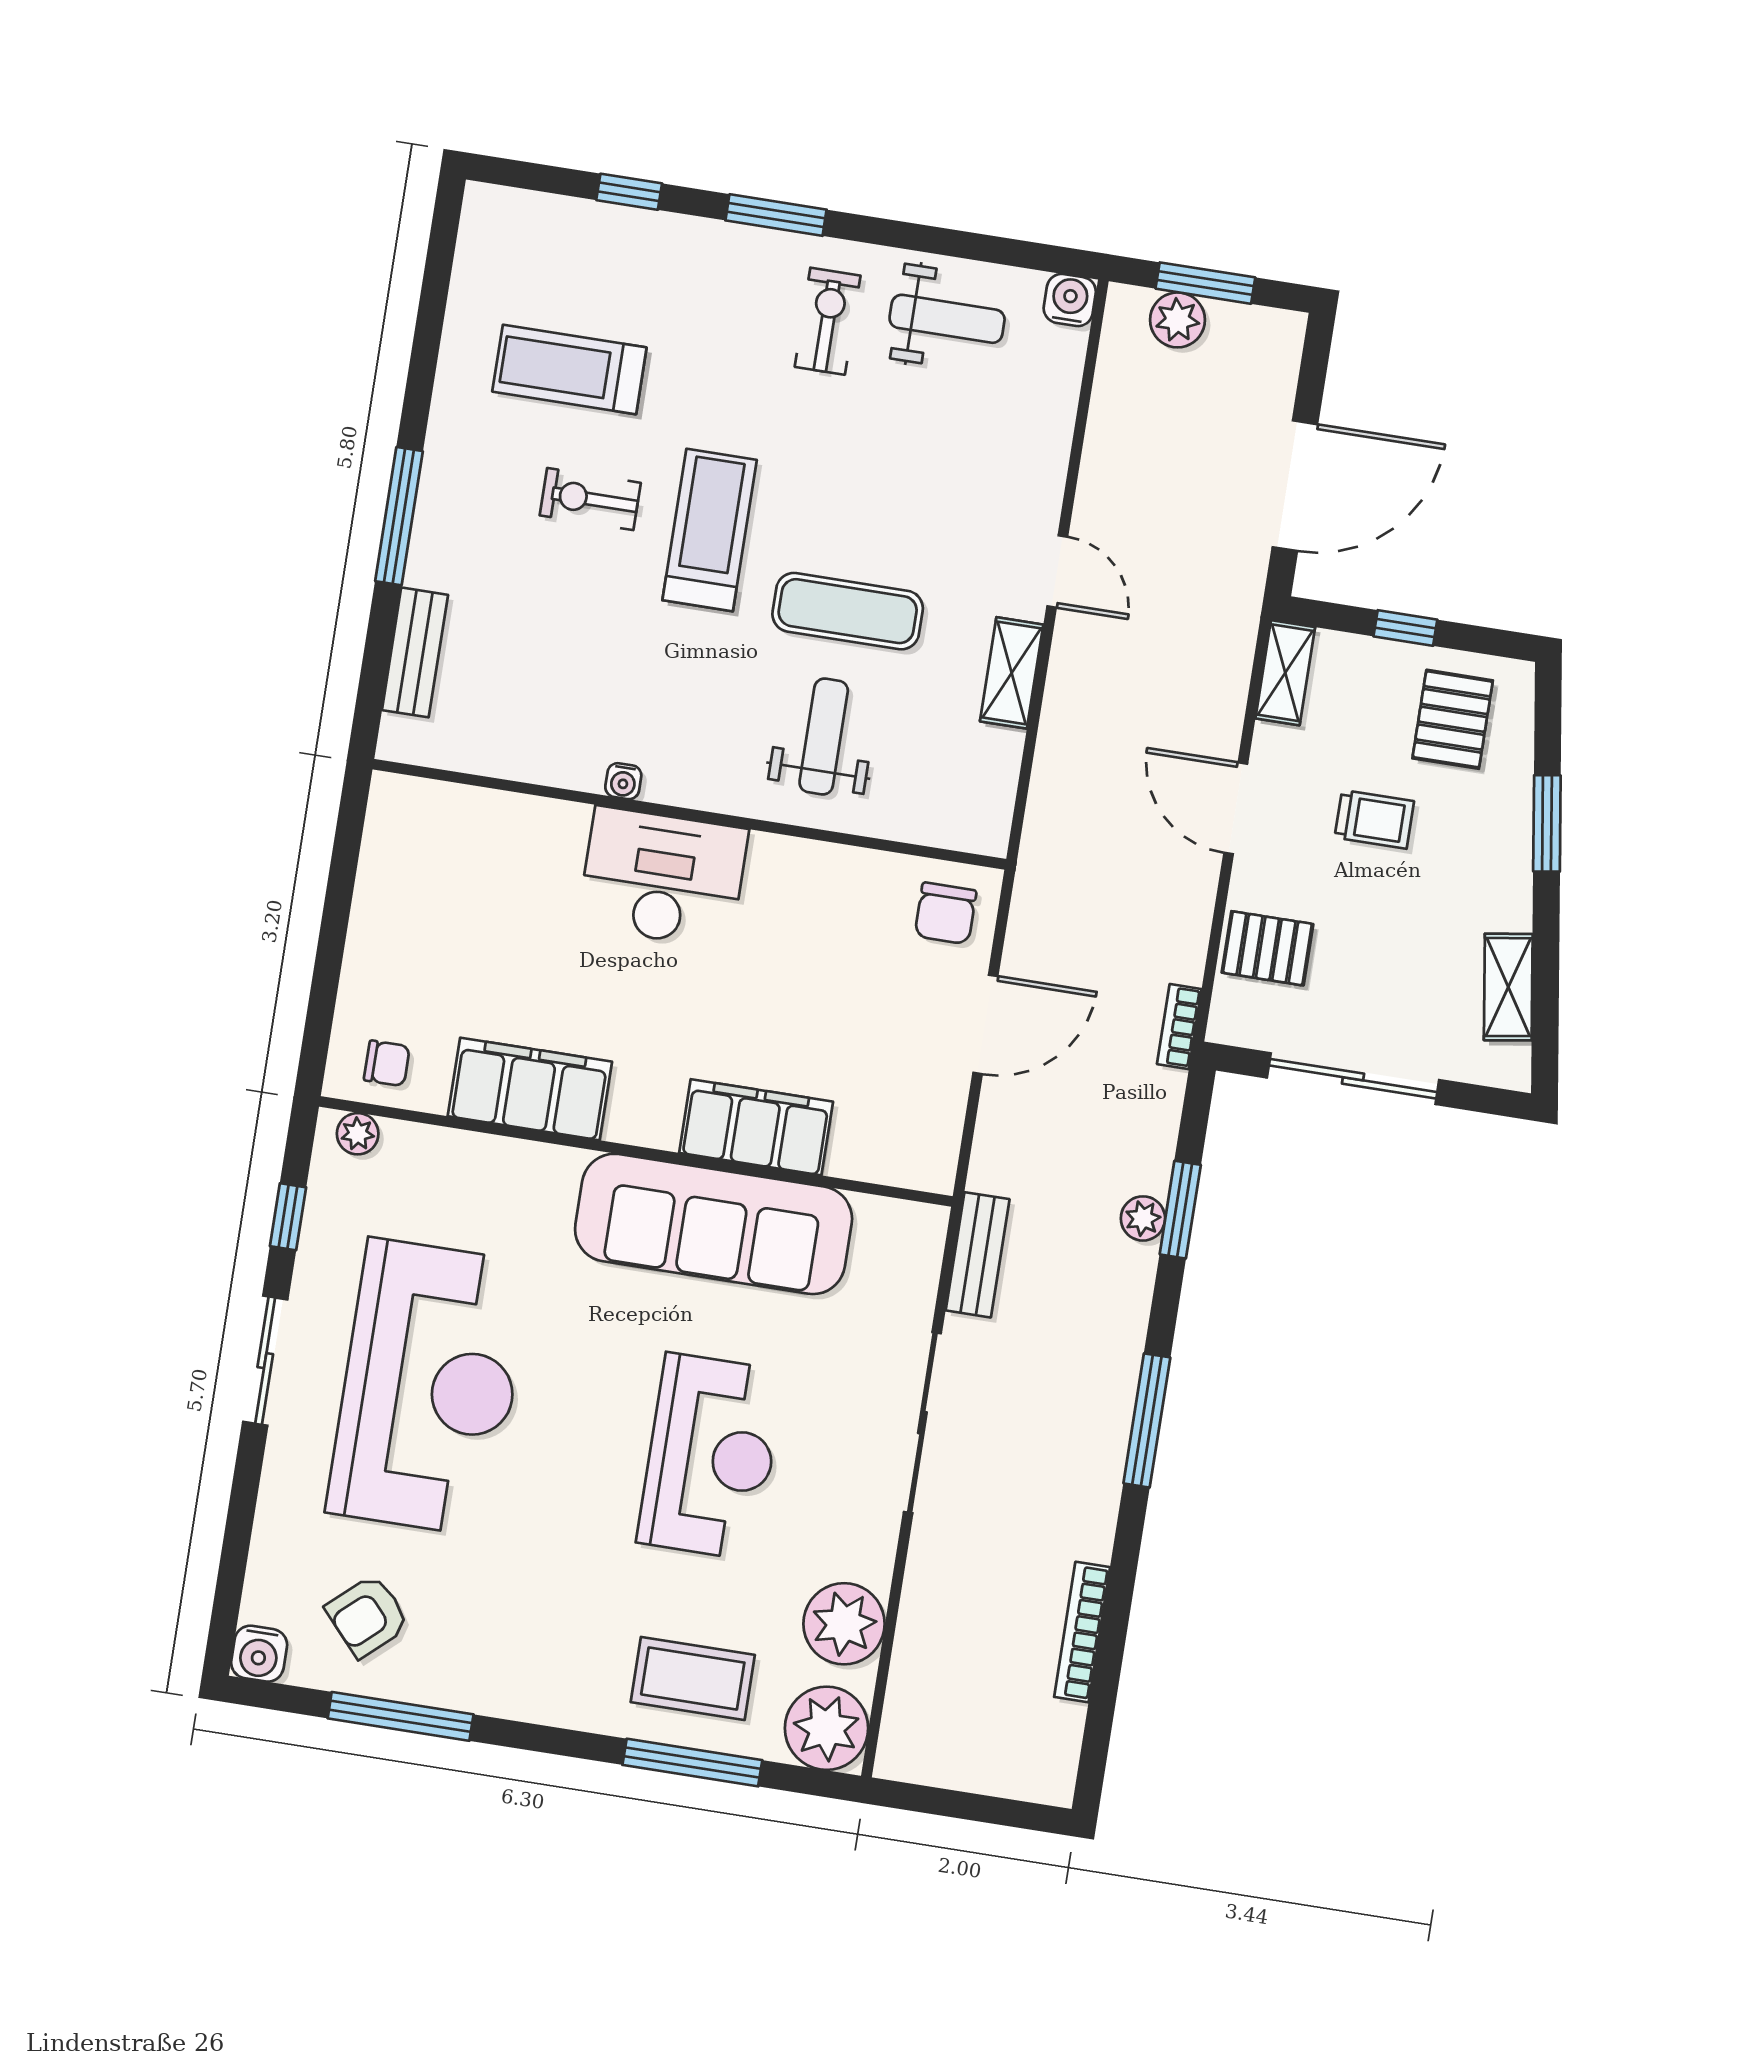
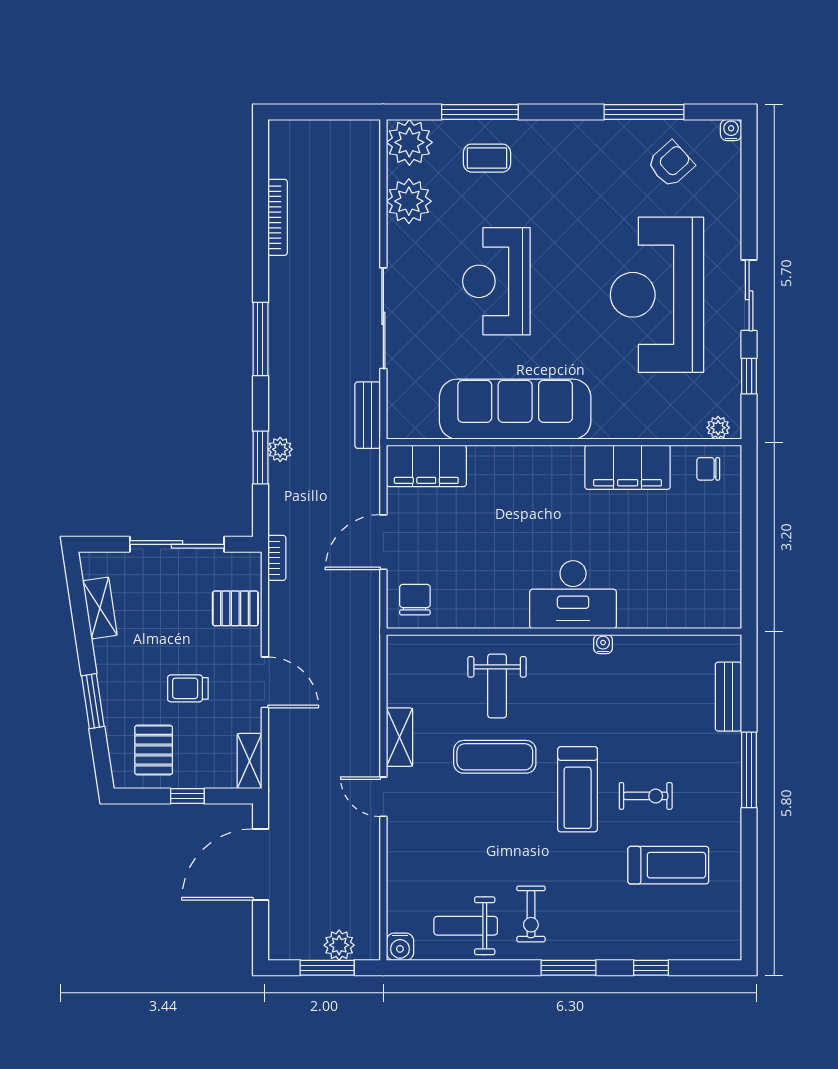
filing cabinet: (756, 1127) -> (426, 466), moved
water cooler: (259, 1654) -> (731, 130), width x0.72, depth x0.72
coffee table: (693, 1678) -> (487, 158), width x0.73, depth x0.77

